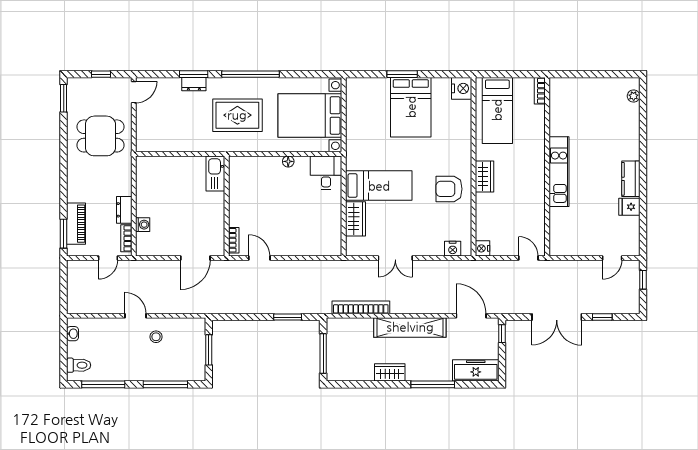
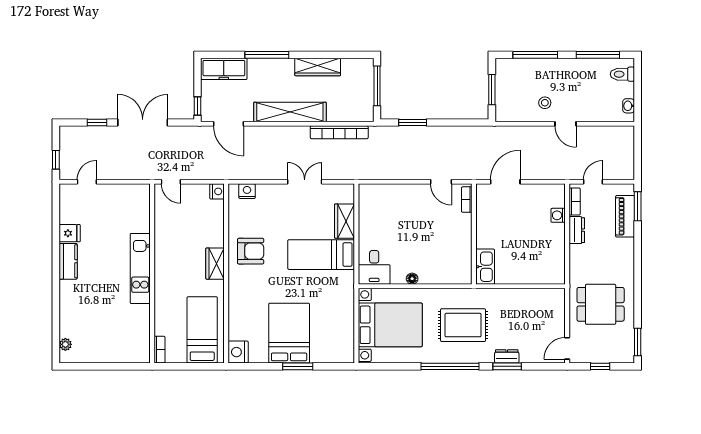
wardrobe: (390, 372) -> (318, 67), width x1.50

